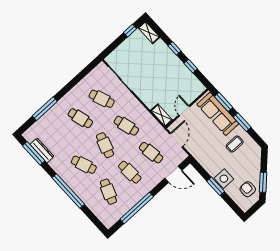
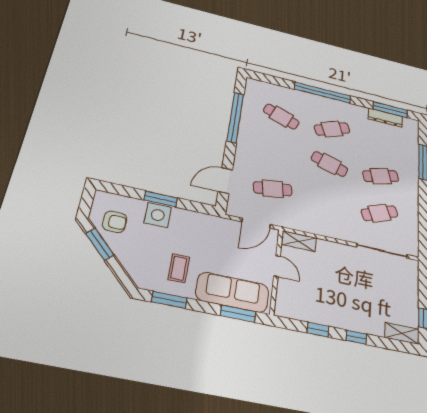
window: (242, 122) -> (169, 300), moved
cafe table: (126, 126) -> (327, 201), removed
door: (176, 140) -> (256, 223), hinge flipped
cafe table: (130, 172) -> (277, 152), removed

